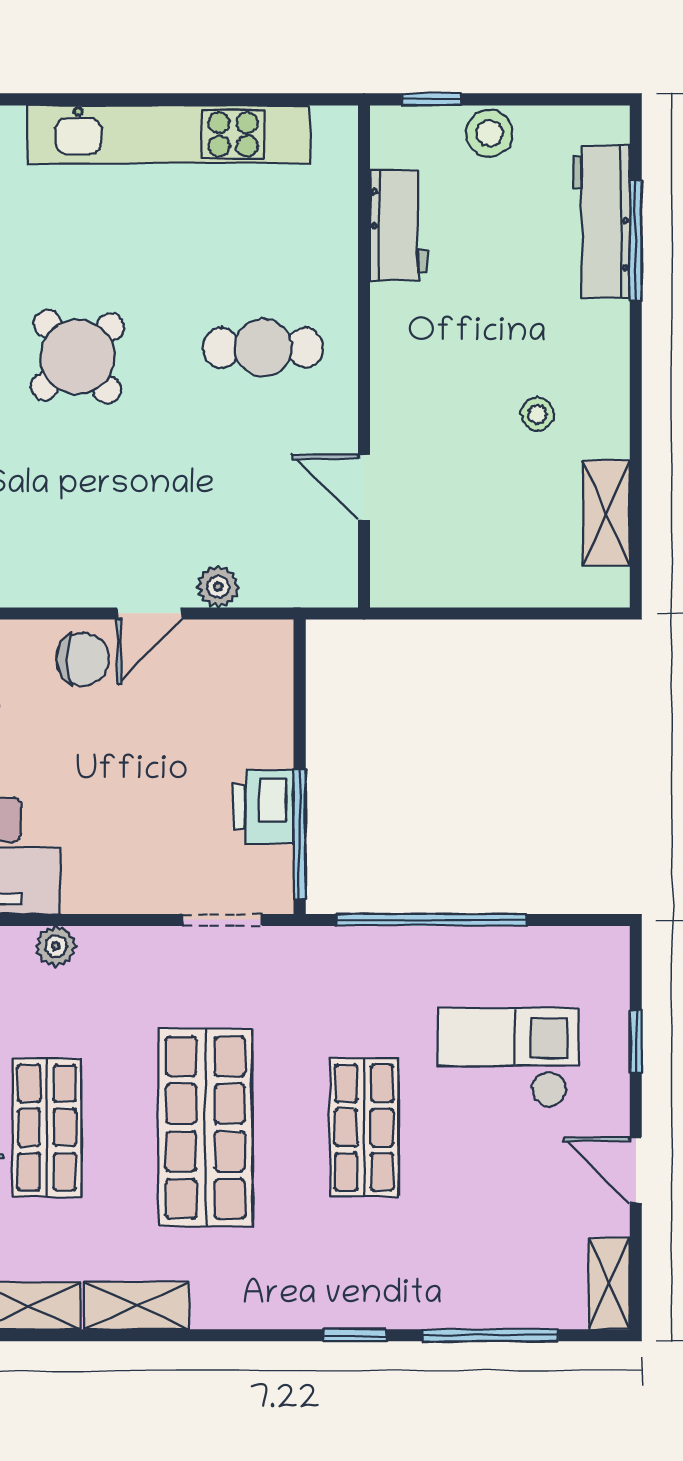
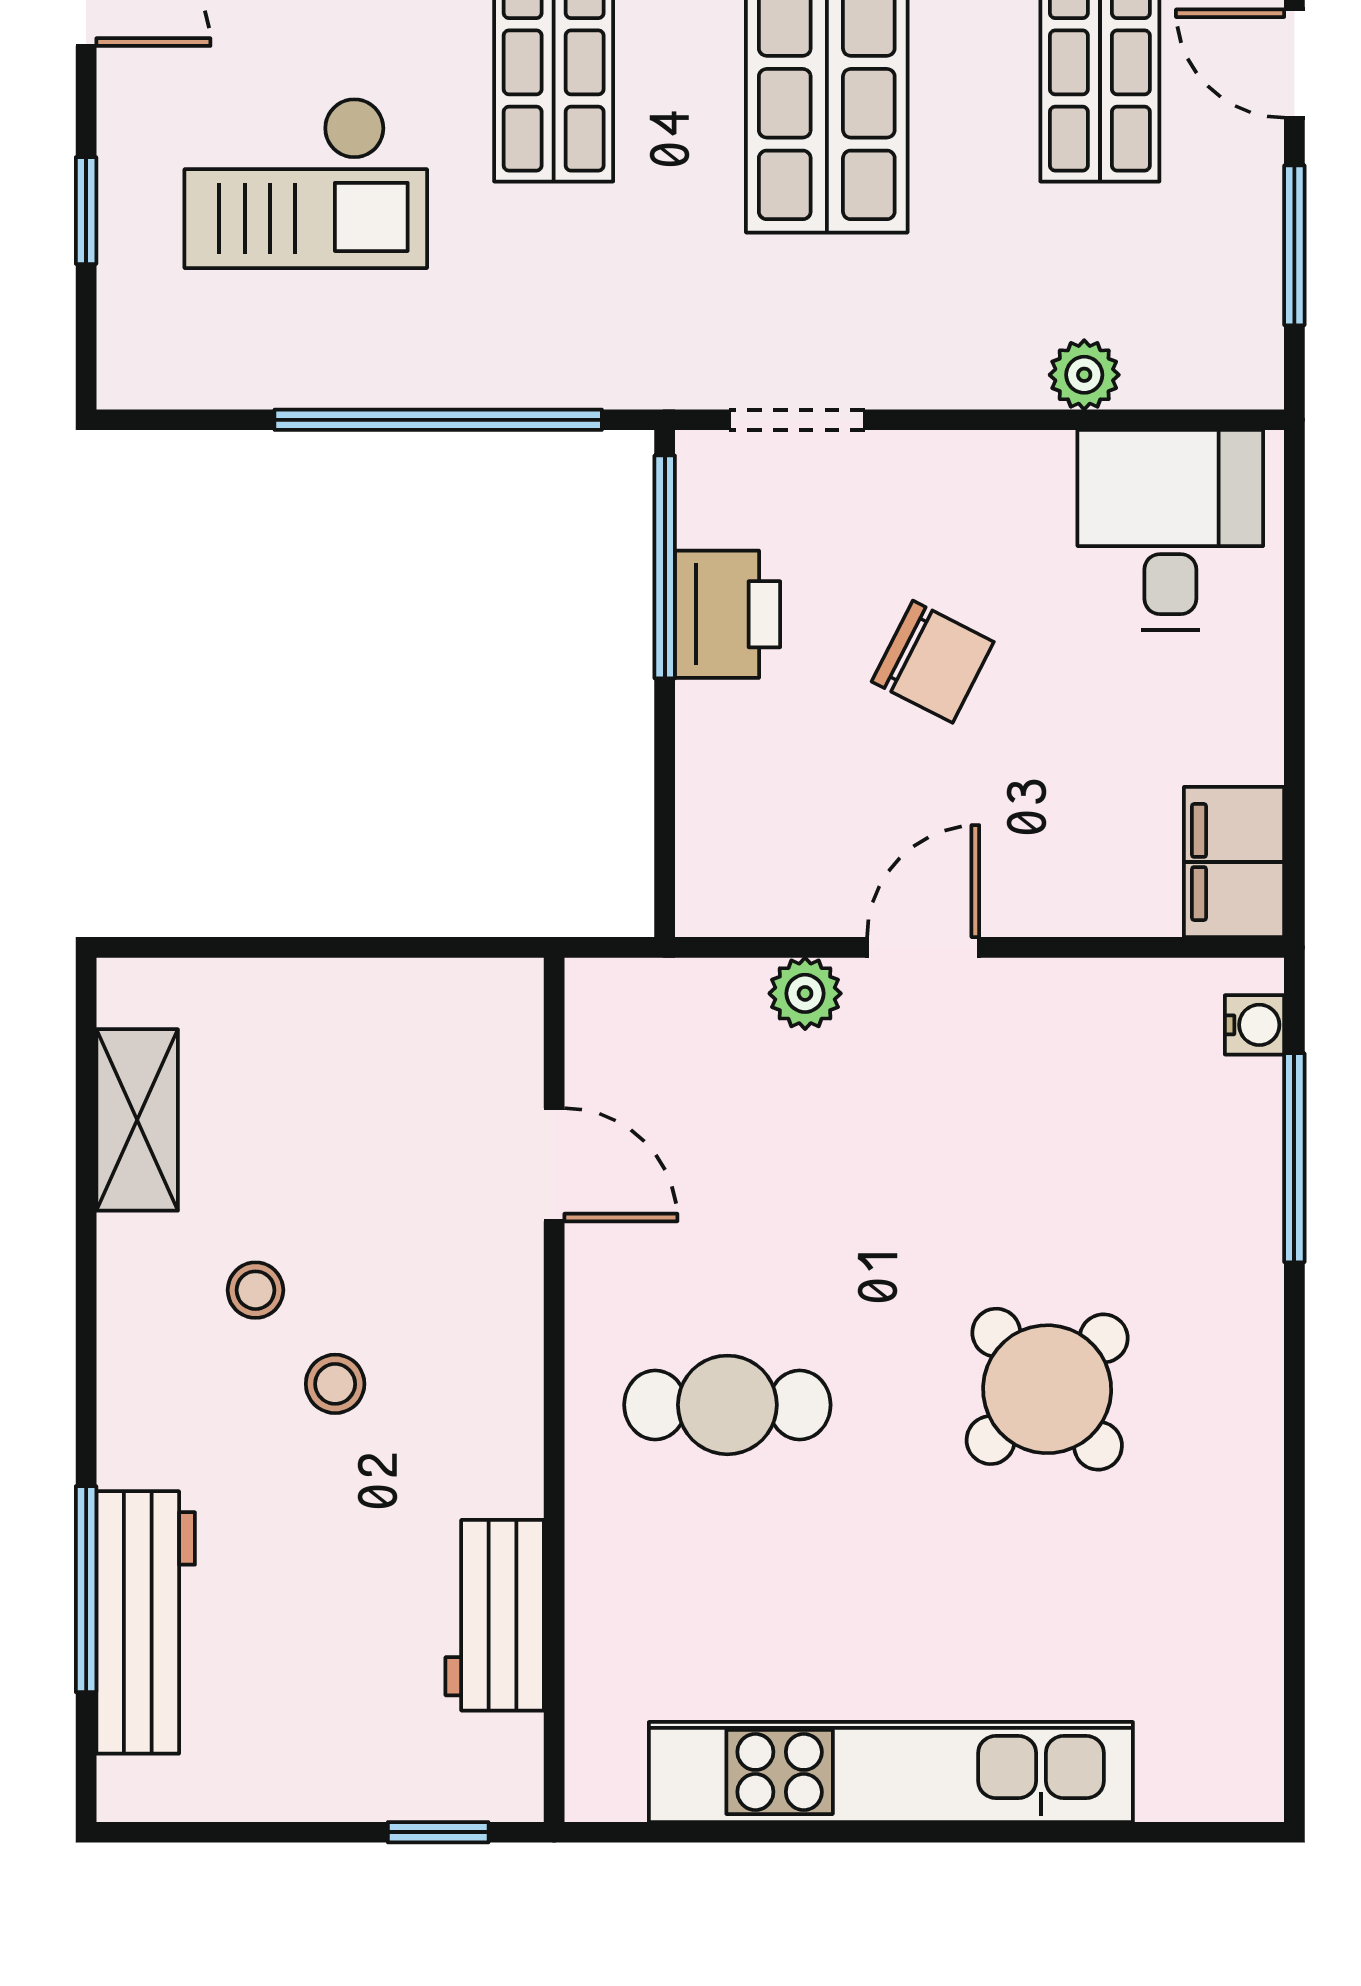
stool: (489, 133) -> (335, 1384), moved, width x0.73, depth x0.73
chair: (83, 659) -> (933, 662), moved, turned -152

